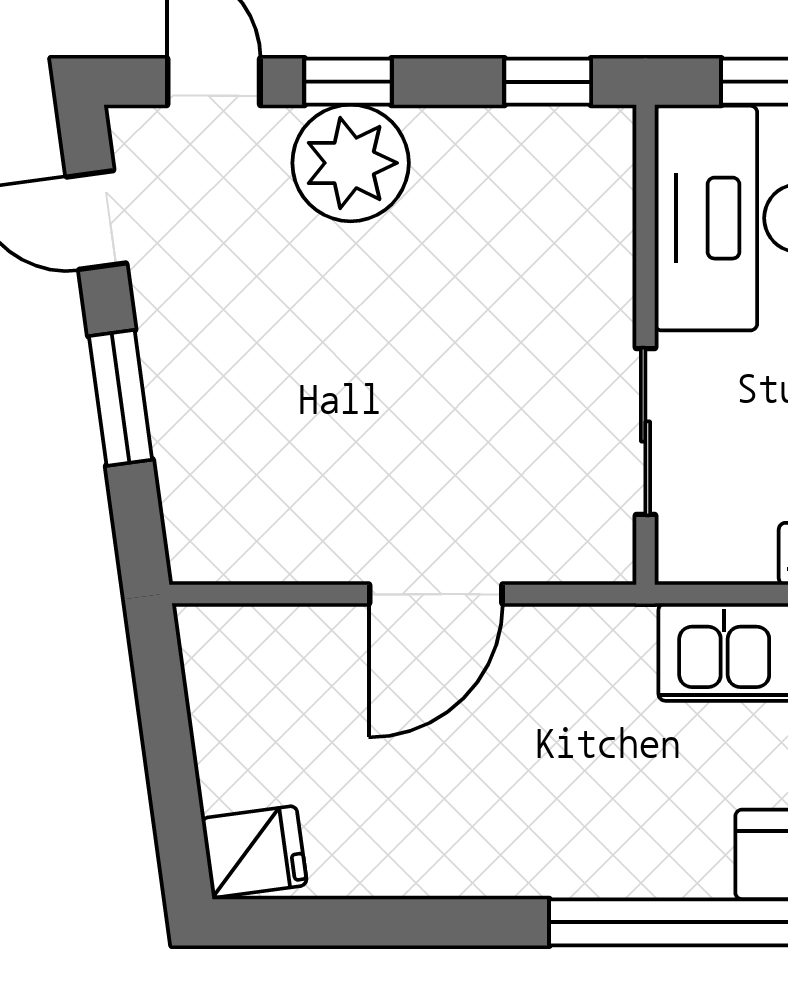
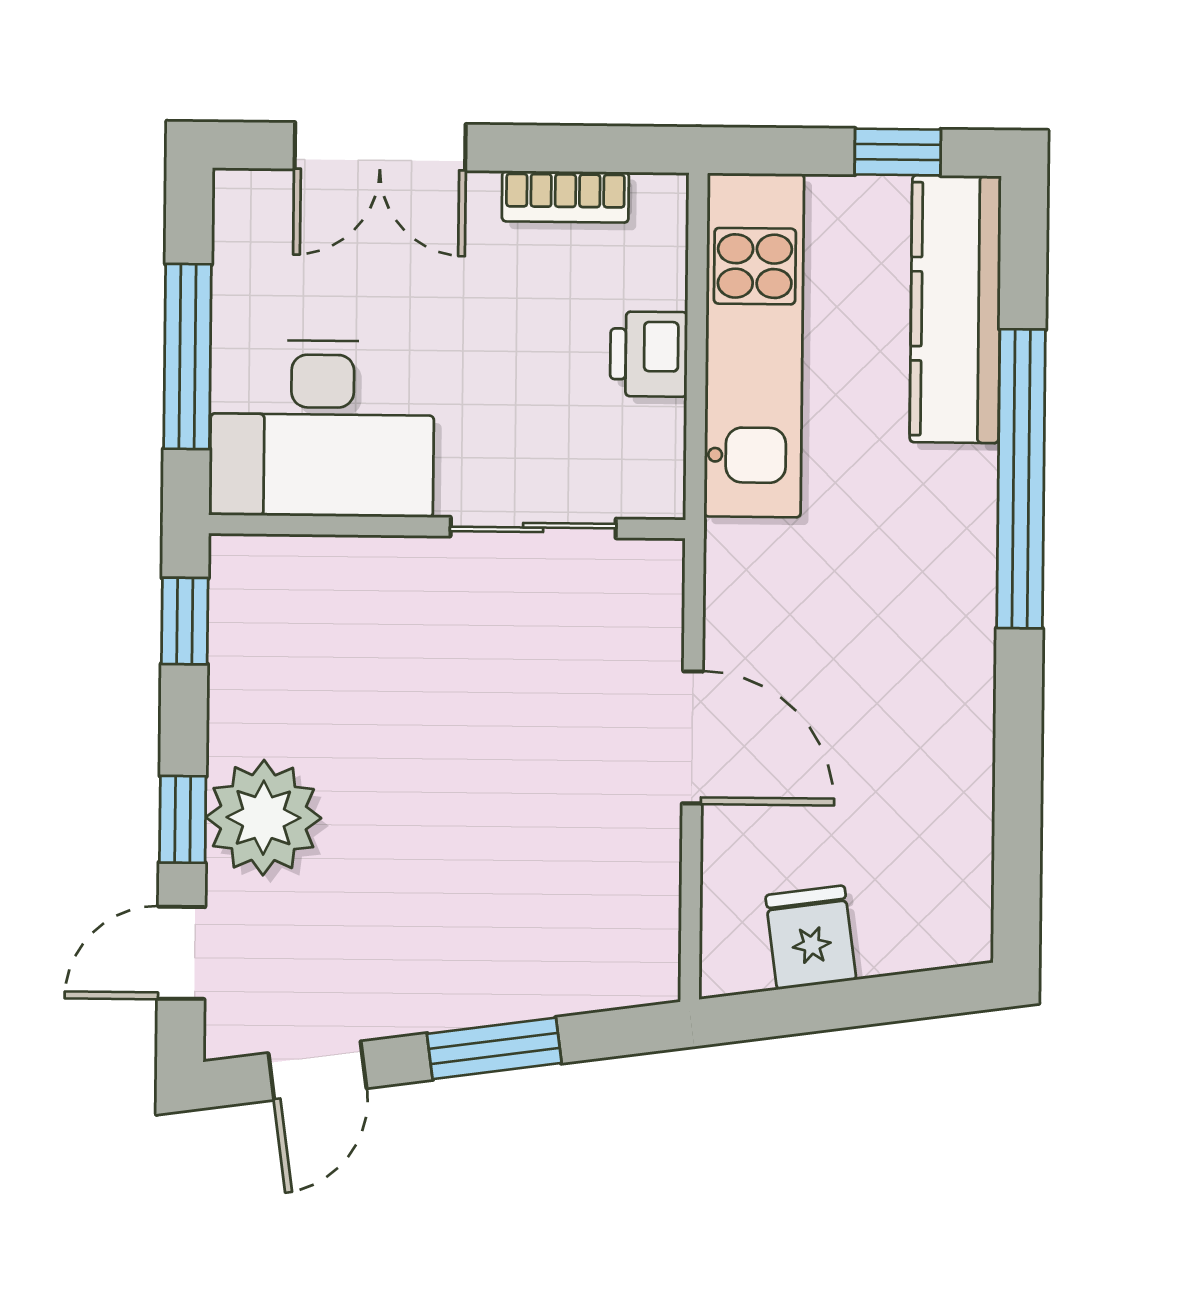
fridge: (254, 852) -> (811, 938), moved

